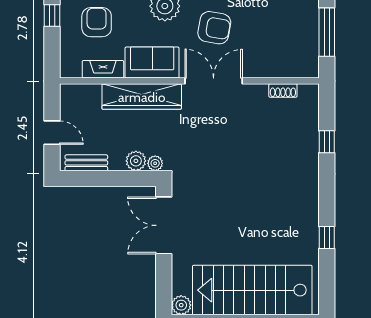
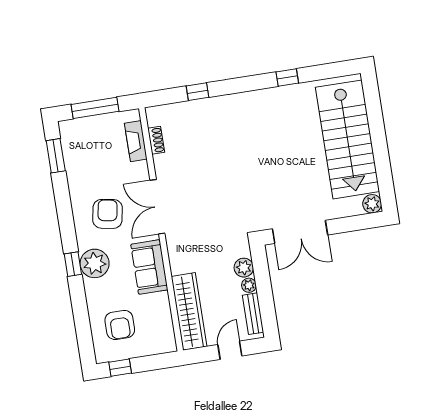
armchair: (97, 22) -> (120, 325), turned -90
fireplace: (103, 69) -> (136, 141), moved
wardrobe: (142, 97) -> (189, 311), moved
plant: (155, 163) -> (249, 285), moved

